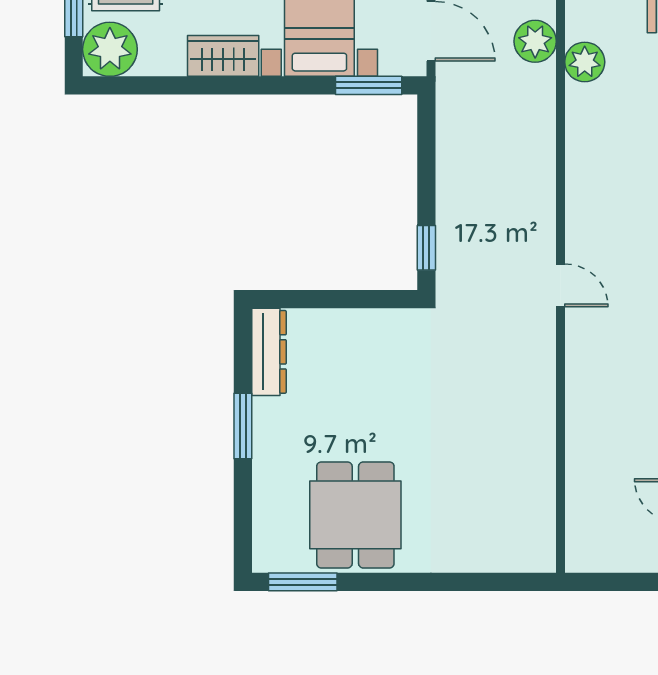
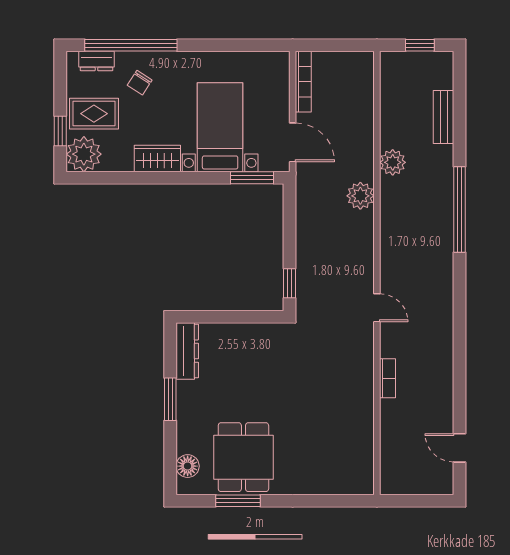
plant: (535, 41) -> (360, 196), moved
bookcase: (577, 394) -> (388, 378), added
floor lamp: (269, 529) -> (188, 466), added
window: (303, 582) -> (238, 501), moved

